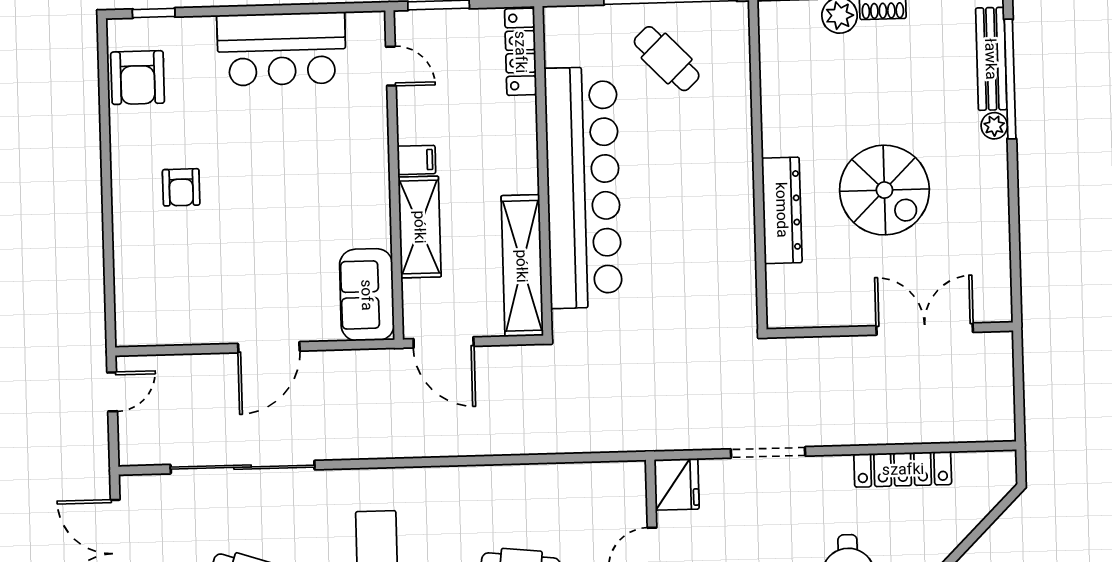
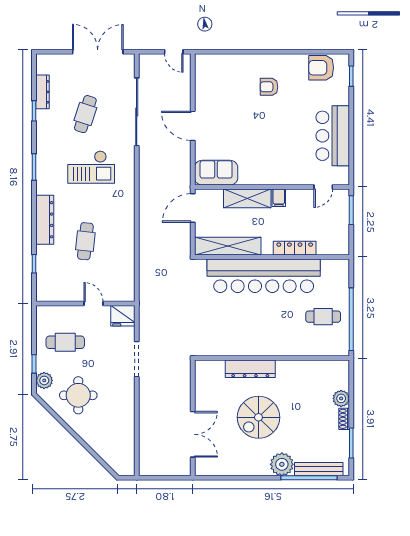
locker: (521, 52) -> (295, 248), moved
cafe table: (667, 59) -> (323, 317), turned 44
plant: (994, 126) -> (282, 464), width x1.88, depth x1.88
locker: (903, 469) -> (127, 422), removed

